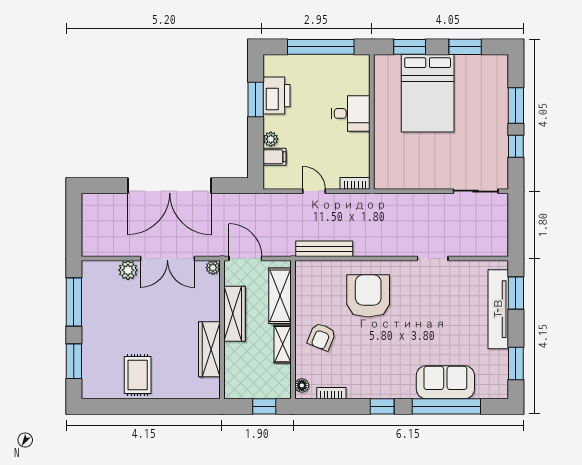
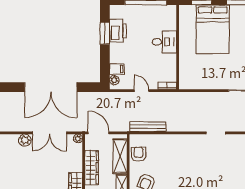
plant: (271, 139) -> (114, 80), moved
armchair: (368, 296) -> (139, 154), moved, width x0.53, depth x0.53

